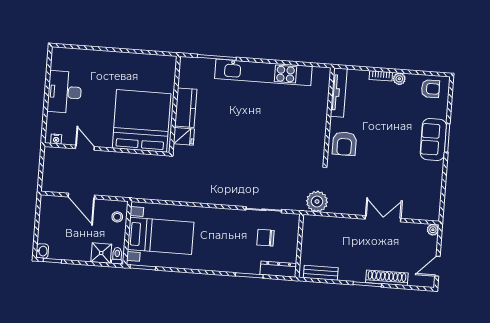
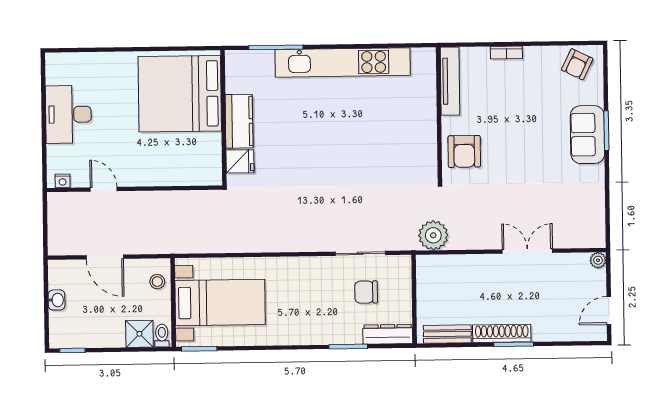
plant: (399, 79) -> (533, 54), removed
armchair: (430, 89) -> (577, 64), turned 116
bed: (142, 121) -> (180, 94), moved, turned -90
washbasin: (42, 251) -> (57, 300), moved
shoe rack: (387, 278) -> (502, 333), moved

